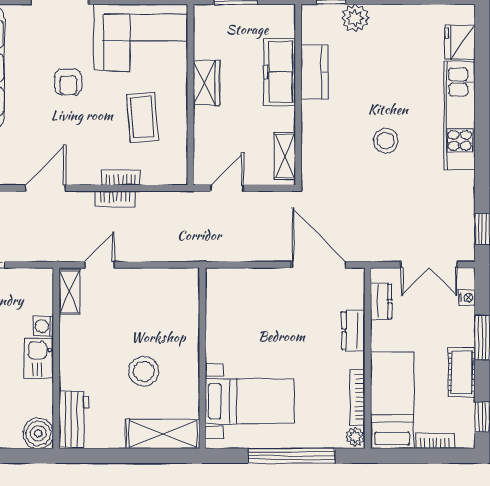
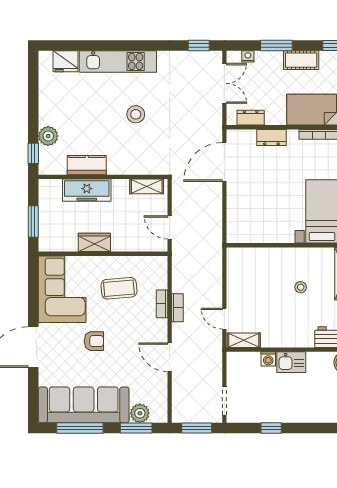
stool: (144, 371) -> (301, 287), width x0.53, depth x0.53

